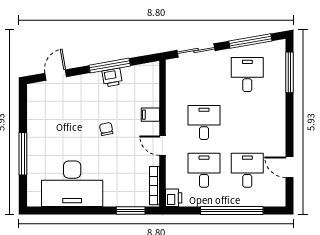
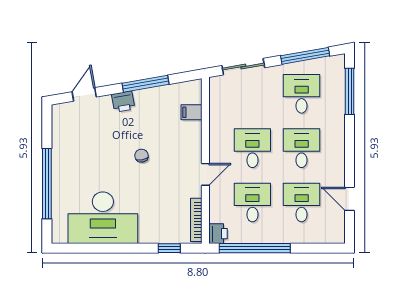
printer: (112, 77) -> (123, 102), moved
filing cabinet: (150, 115) -> (192, 112), moved
desk: (247, 122) -> (302, 148), added
door: (162, 146) -> (205, 174), swing flipped
window: (23, 154) -> (47, 184), width x1.46
window: (131, 211) -> (169, 248), width x0.67
window: (232, 211) -> (255, 248), moved

